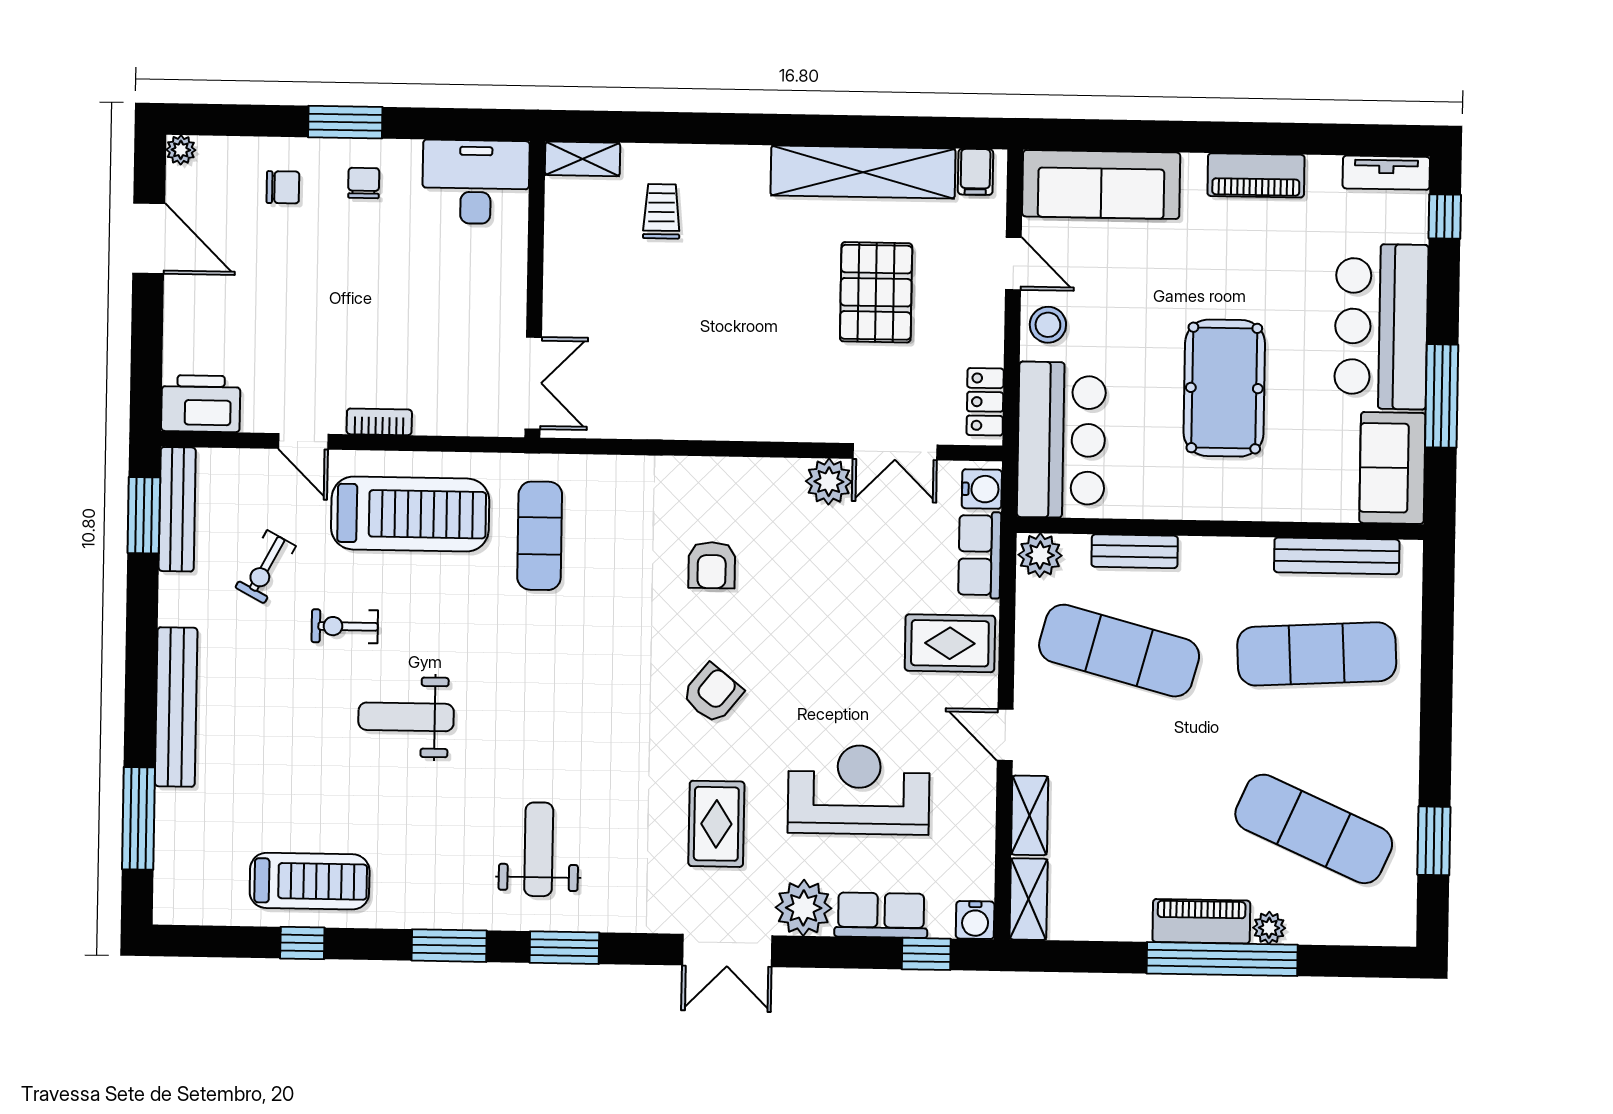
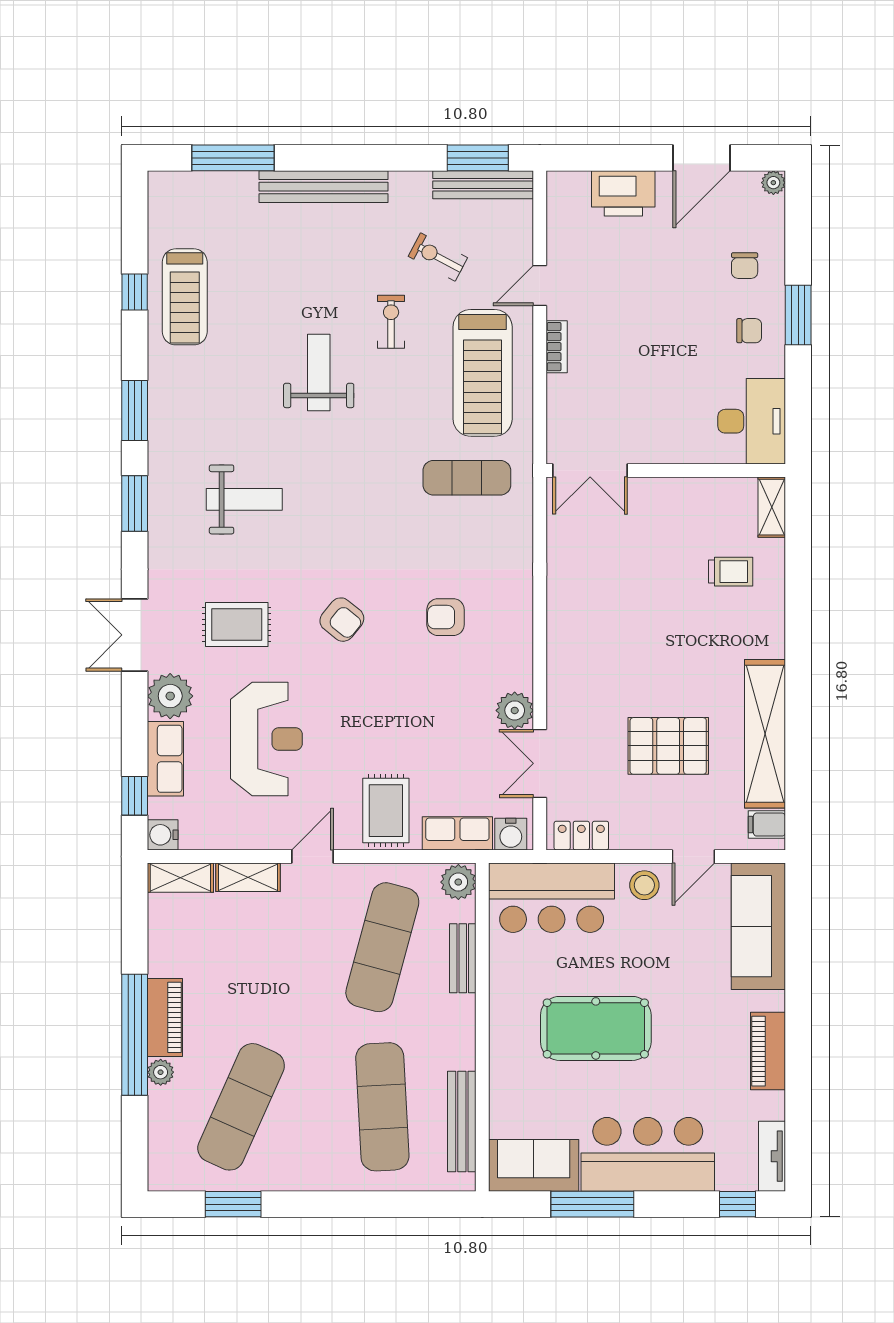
printer: (201, 404) -> (623, 193), moved, turned 90
weight bench: (539, 849) -> (244, 499), moved

